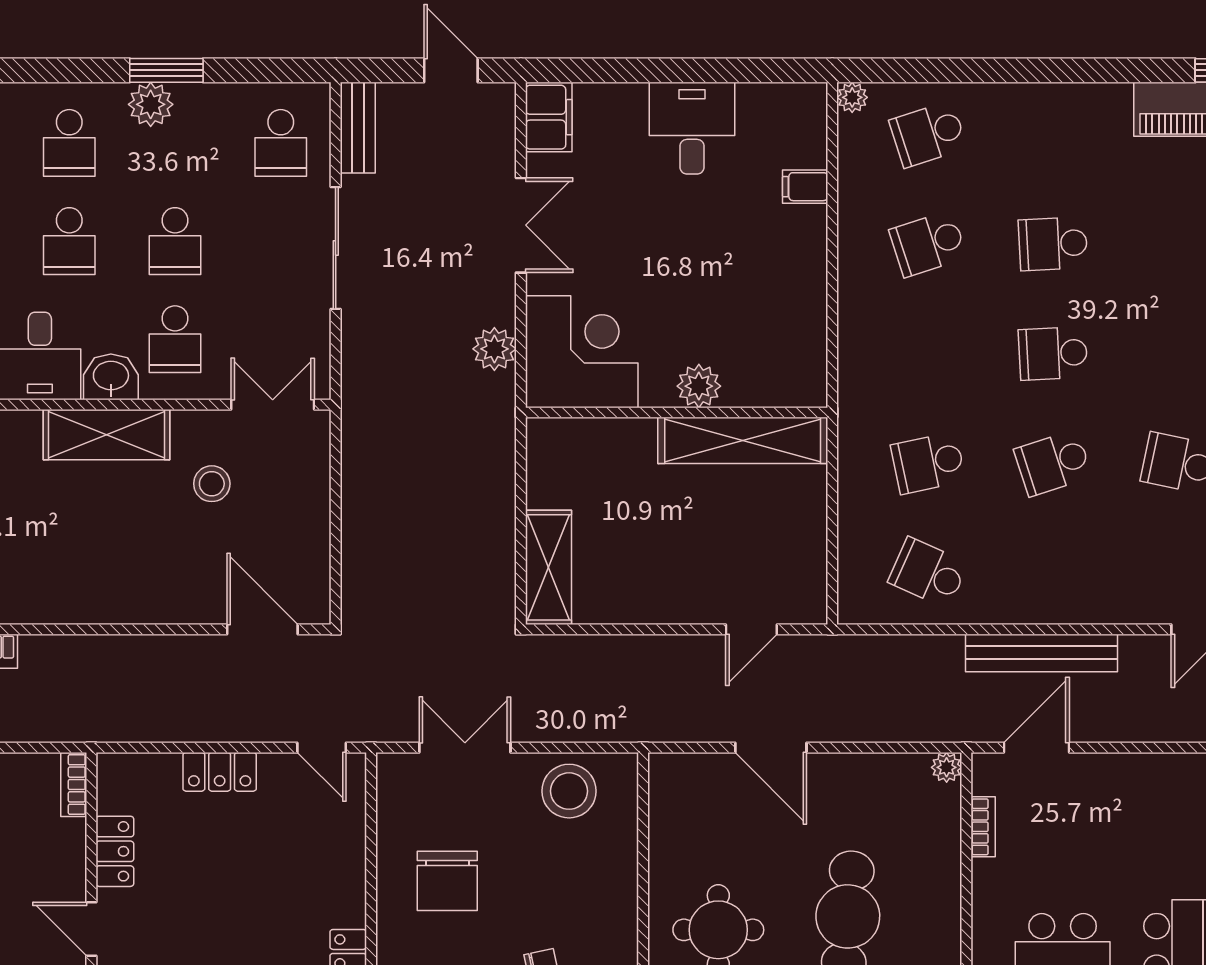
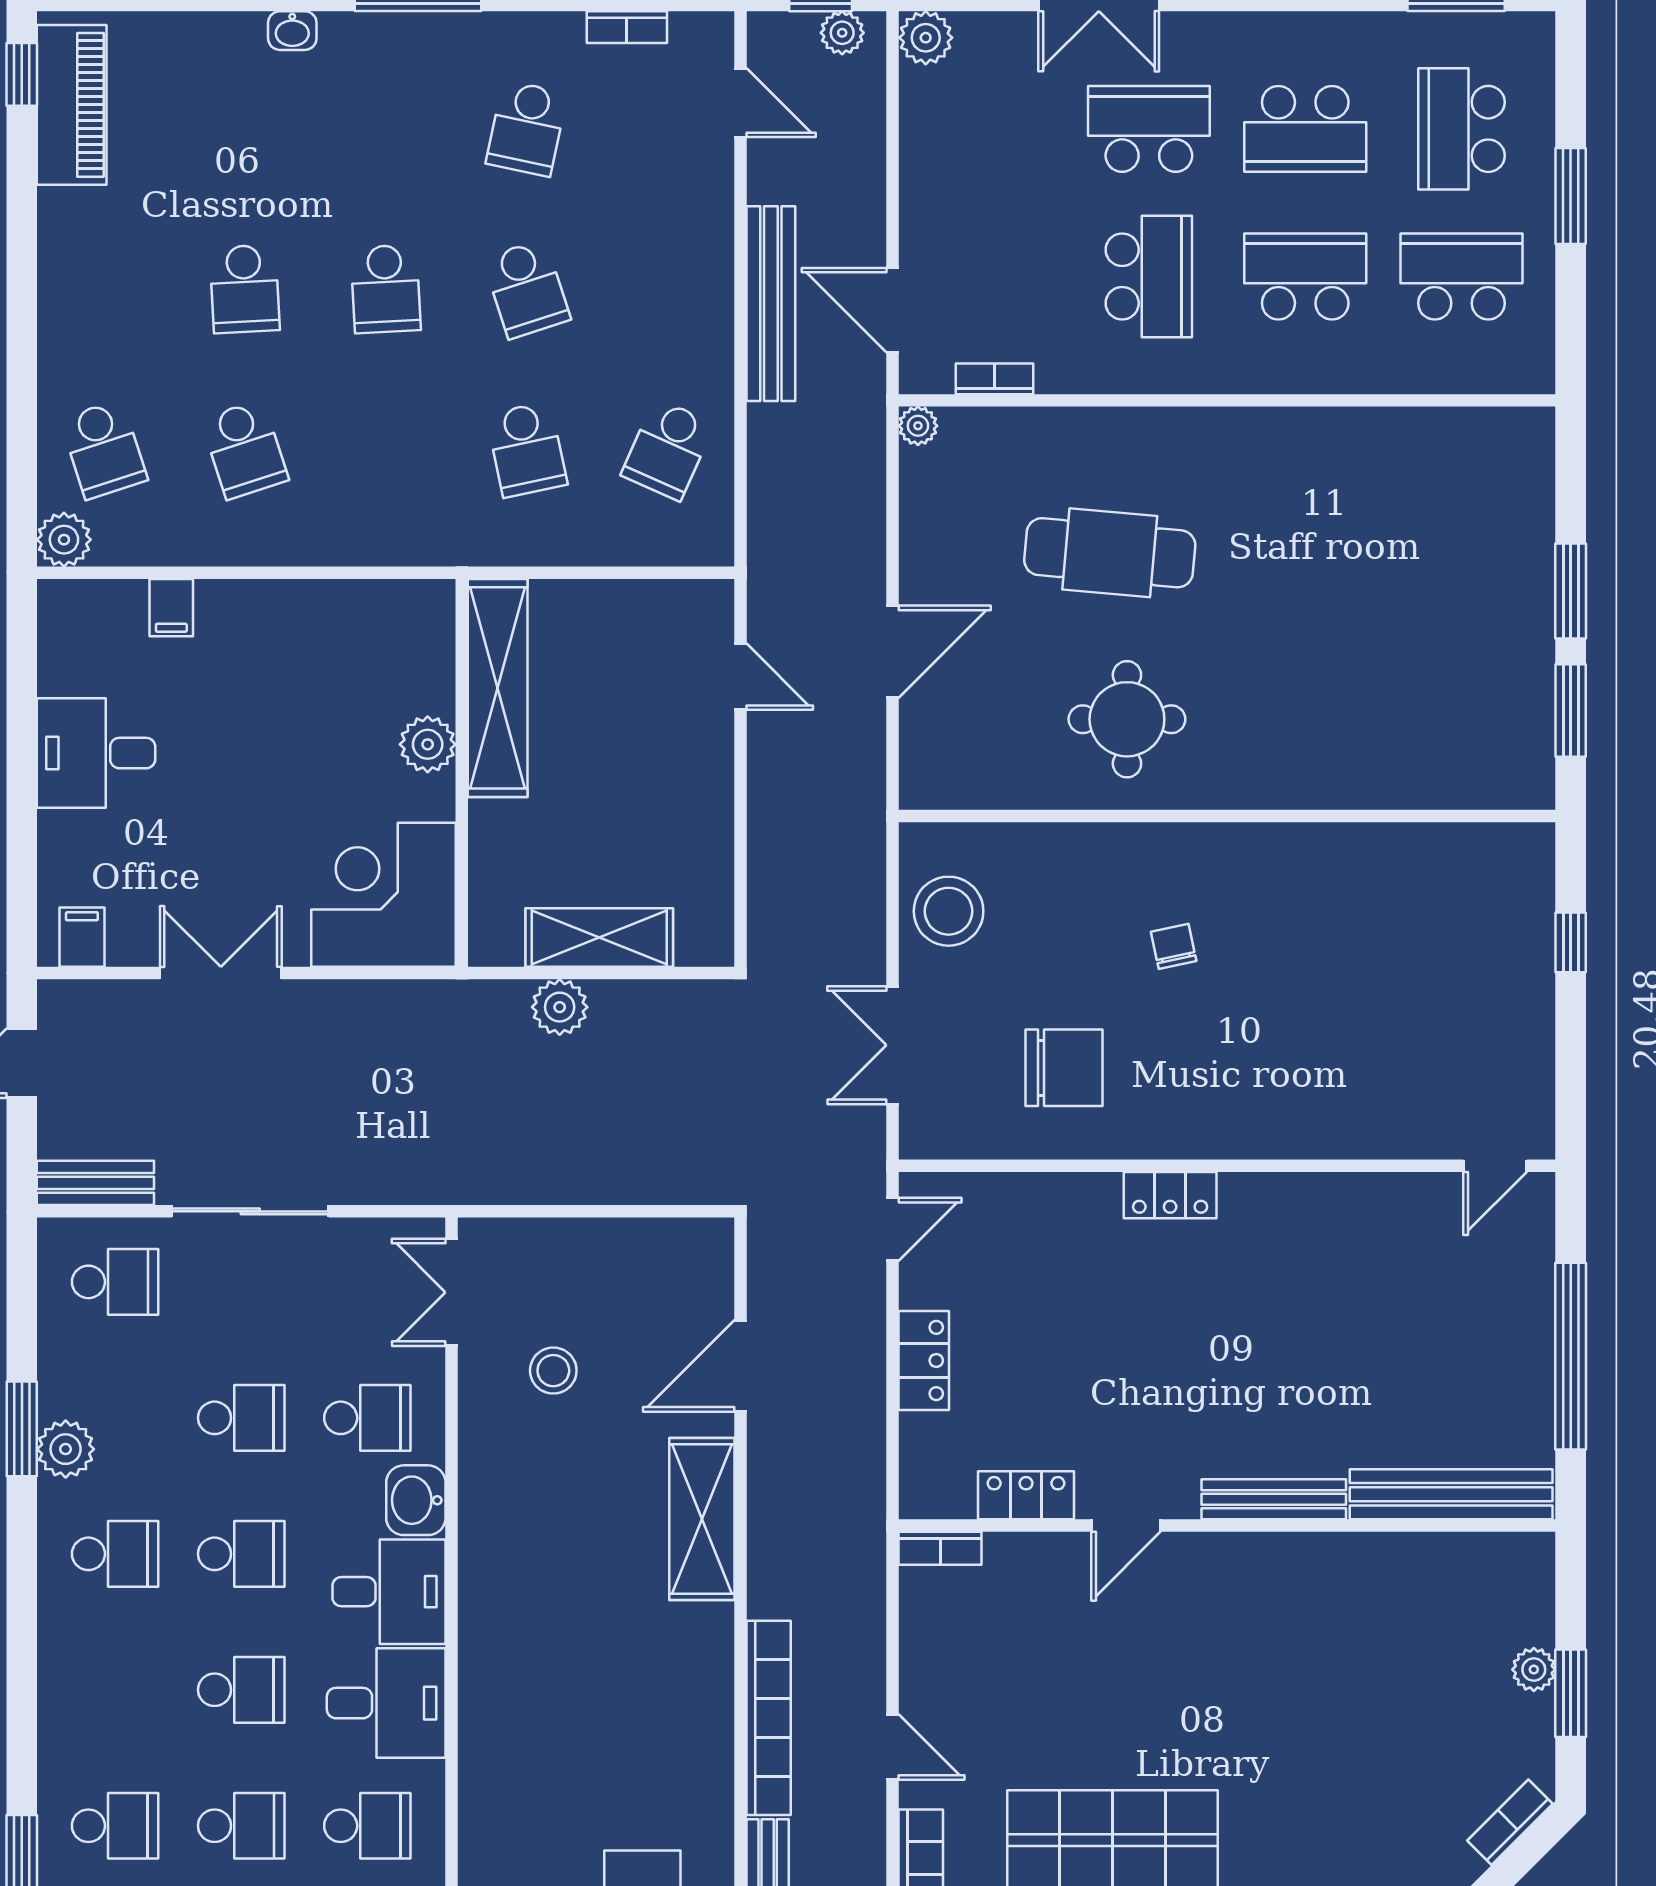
plant: (852, 97) -> (64, 540), width x1.38, depth x1.38
filing cabinet: (549, 117) -> (82, 937), width x0.50
plant: (494, 349) -> (560, 1007), moved
shelving: (107, 435) -> (702, 1519), moved
shelving: (548, 567) -> (599, 938), moved
door: (262, 629) -> (740, 1366), moved

